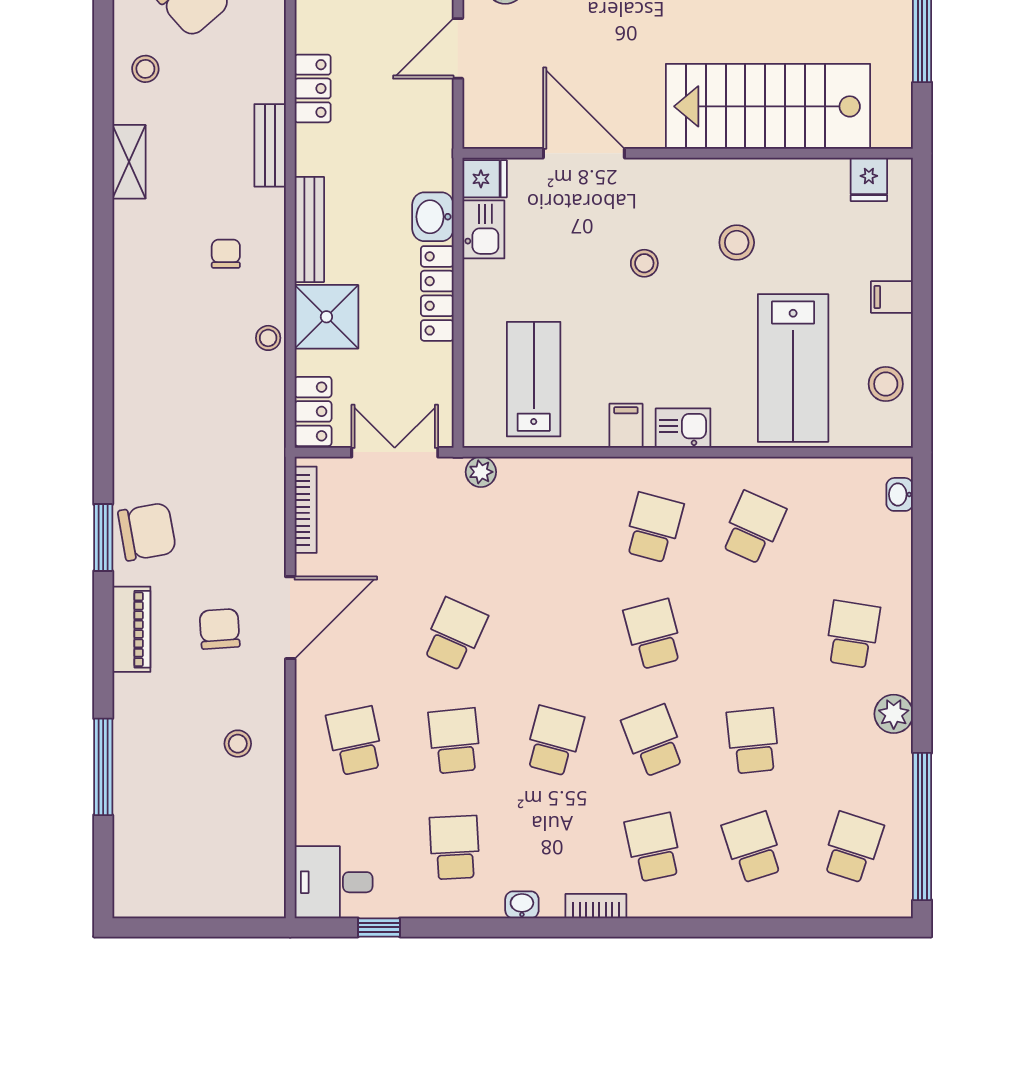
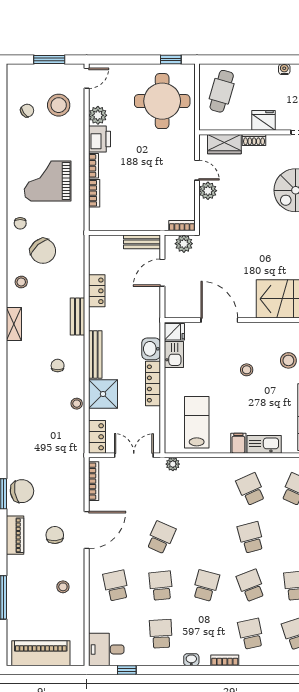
kitchen sink: (683, 428) -> (264, 444), width x1.38
school desk: (654, 528) -> (251, 489), turned -39
piano: (189, 890) -> (41, 653), added

